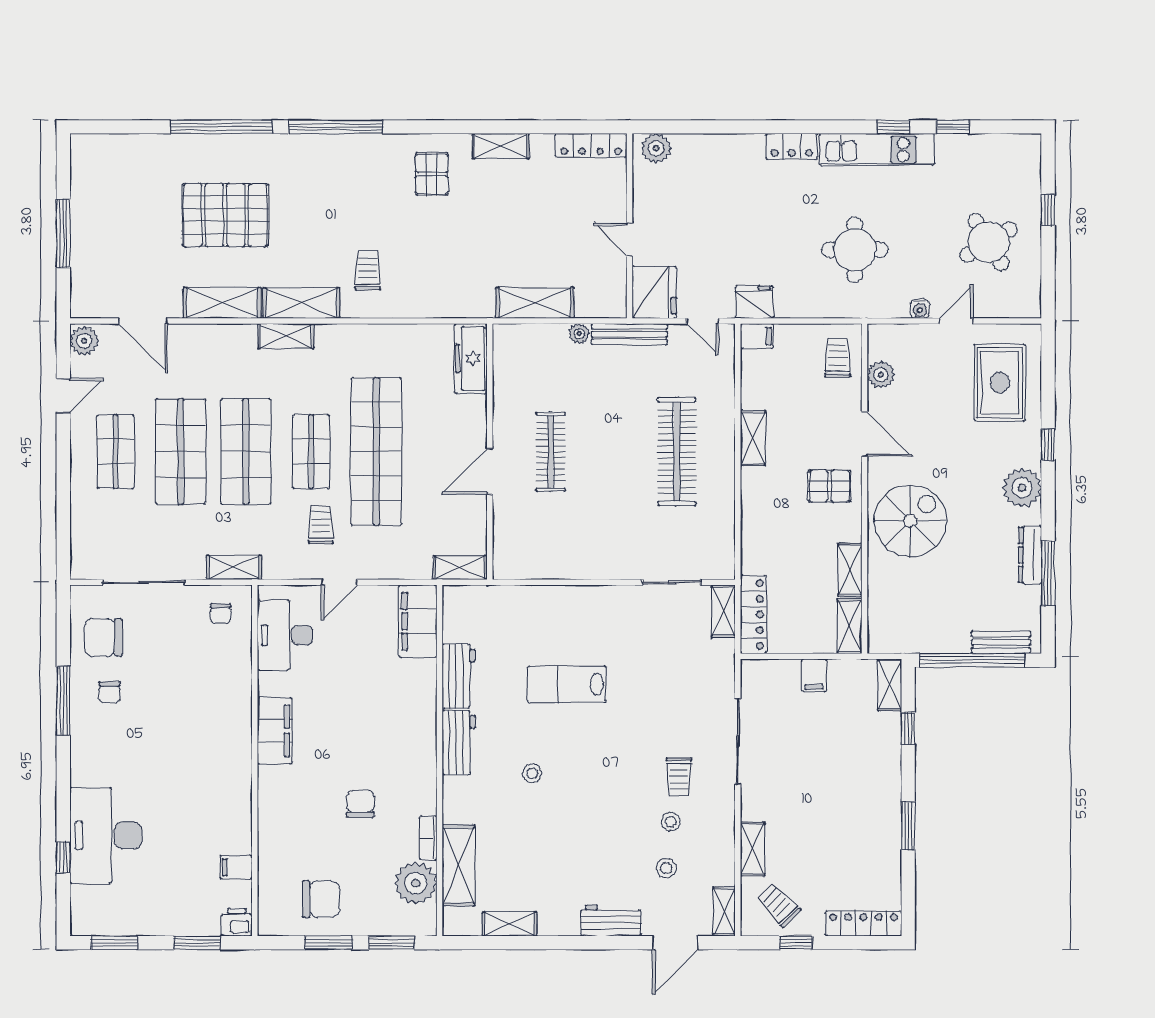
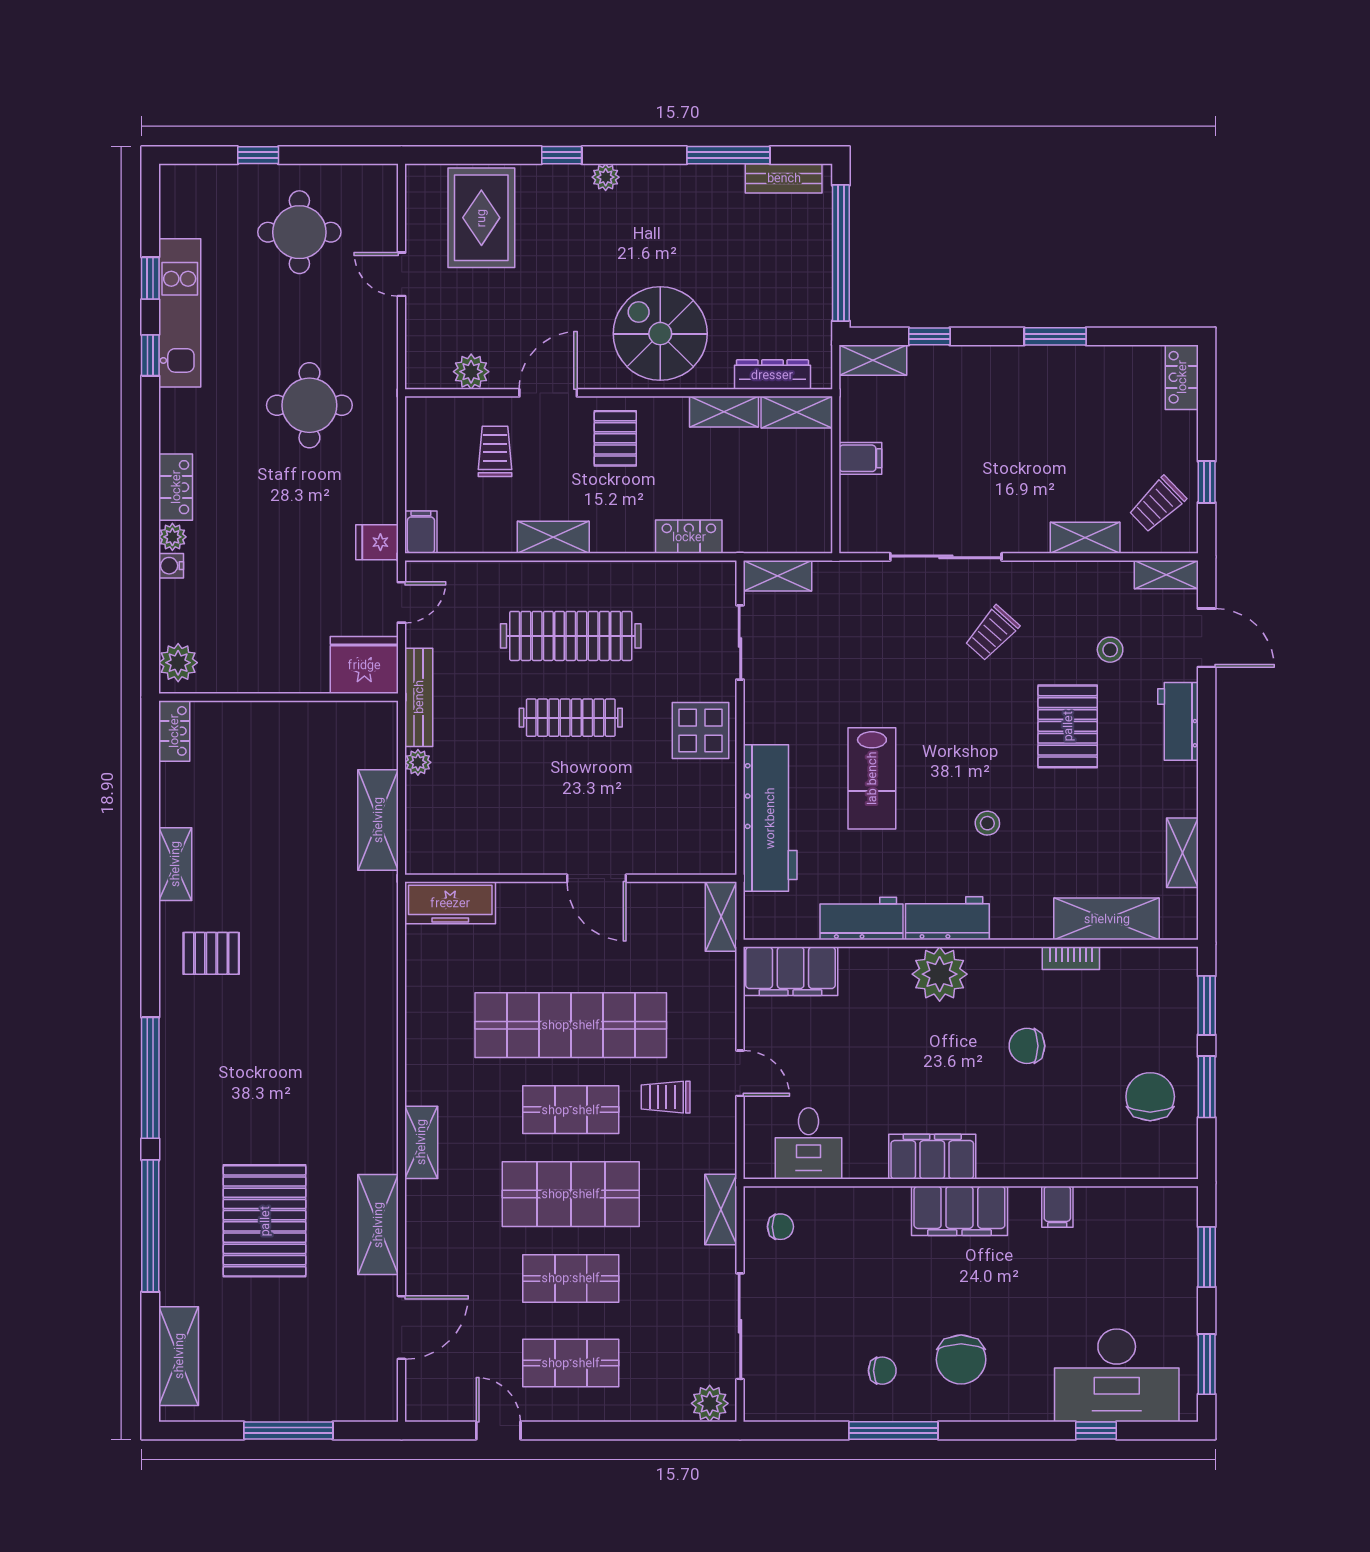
plant: (753, 144) -> (172, 537), added
locker: (591, 145) -> (174, 731), width x0.66
kitchen unit: (877, 150) -> (180, 313), moved
door: (630, 239) -> (296, 697), removed
round table: (989, 242) -> (299, 232), turned 31
trolley: (368, 271) -> (336, 1036), removed
fridge: (754, 302) -> (377, 542), width x0.72
shelving: (301, 303) -> (179, 1356), moved
water cooler: (920, 309) -> (171, 566), moved, turned 180
plant: (84, 341) -> (710, 1403), moved
trolley: (838, 357) -> (495, 451), moved, turned 90
rug: (1000, 383) -> (481, 218), turned 90
shop shelf: (181, 452) -> (571, 1278), width x0.70, depth x0.74
clothes rail: (551, 452) -> (571, 718), moved
plant: (1022, 488) -> (606, 177), width x0.53, depth x0.53
display table: (604, 552) -> (701, 731), added
dresser: (1030, 555) -> (772, 375), moved, turned 180
workbench: (536, 606) -> (770, 818), added
locker: (753, 614) -> (689, 537), moved, width x0.66
desk: (285, 635) -> (809, 1143), width x0.73
chair: (103, 637) -> (961, 1360), moved
bench: (1001, 642) -> (784, 178), moved, turned 90
filing cabinet: (233, 752) -> (959, 1211), added
trolley: (679, 777) -> (992, 633), turned 132
stool: (671, 822) -> (1050, 644), removed
desk: (106, 835) -> (1117, 1375), moved
pallet: (607, 835) -> (1068, 726), added
filing cabinet: (236, 867) -> (1057, 1207), moved
plant: (416, 883) -> (940, 974), moved
printer: (237, 922) -> (1180, 1206), removed
locker: (863, 923) -> (1182, 377), width x0.66

